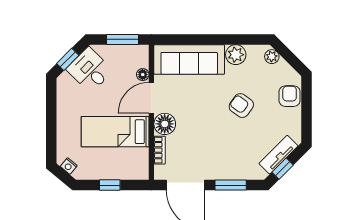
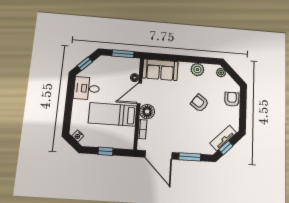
sofa: (189, 60) -> (160, 70), width x0.73
desk: (90, 70) -> (87, 88), moved, turned -45

